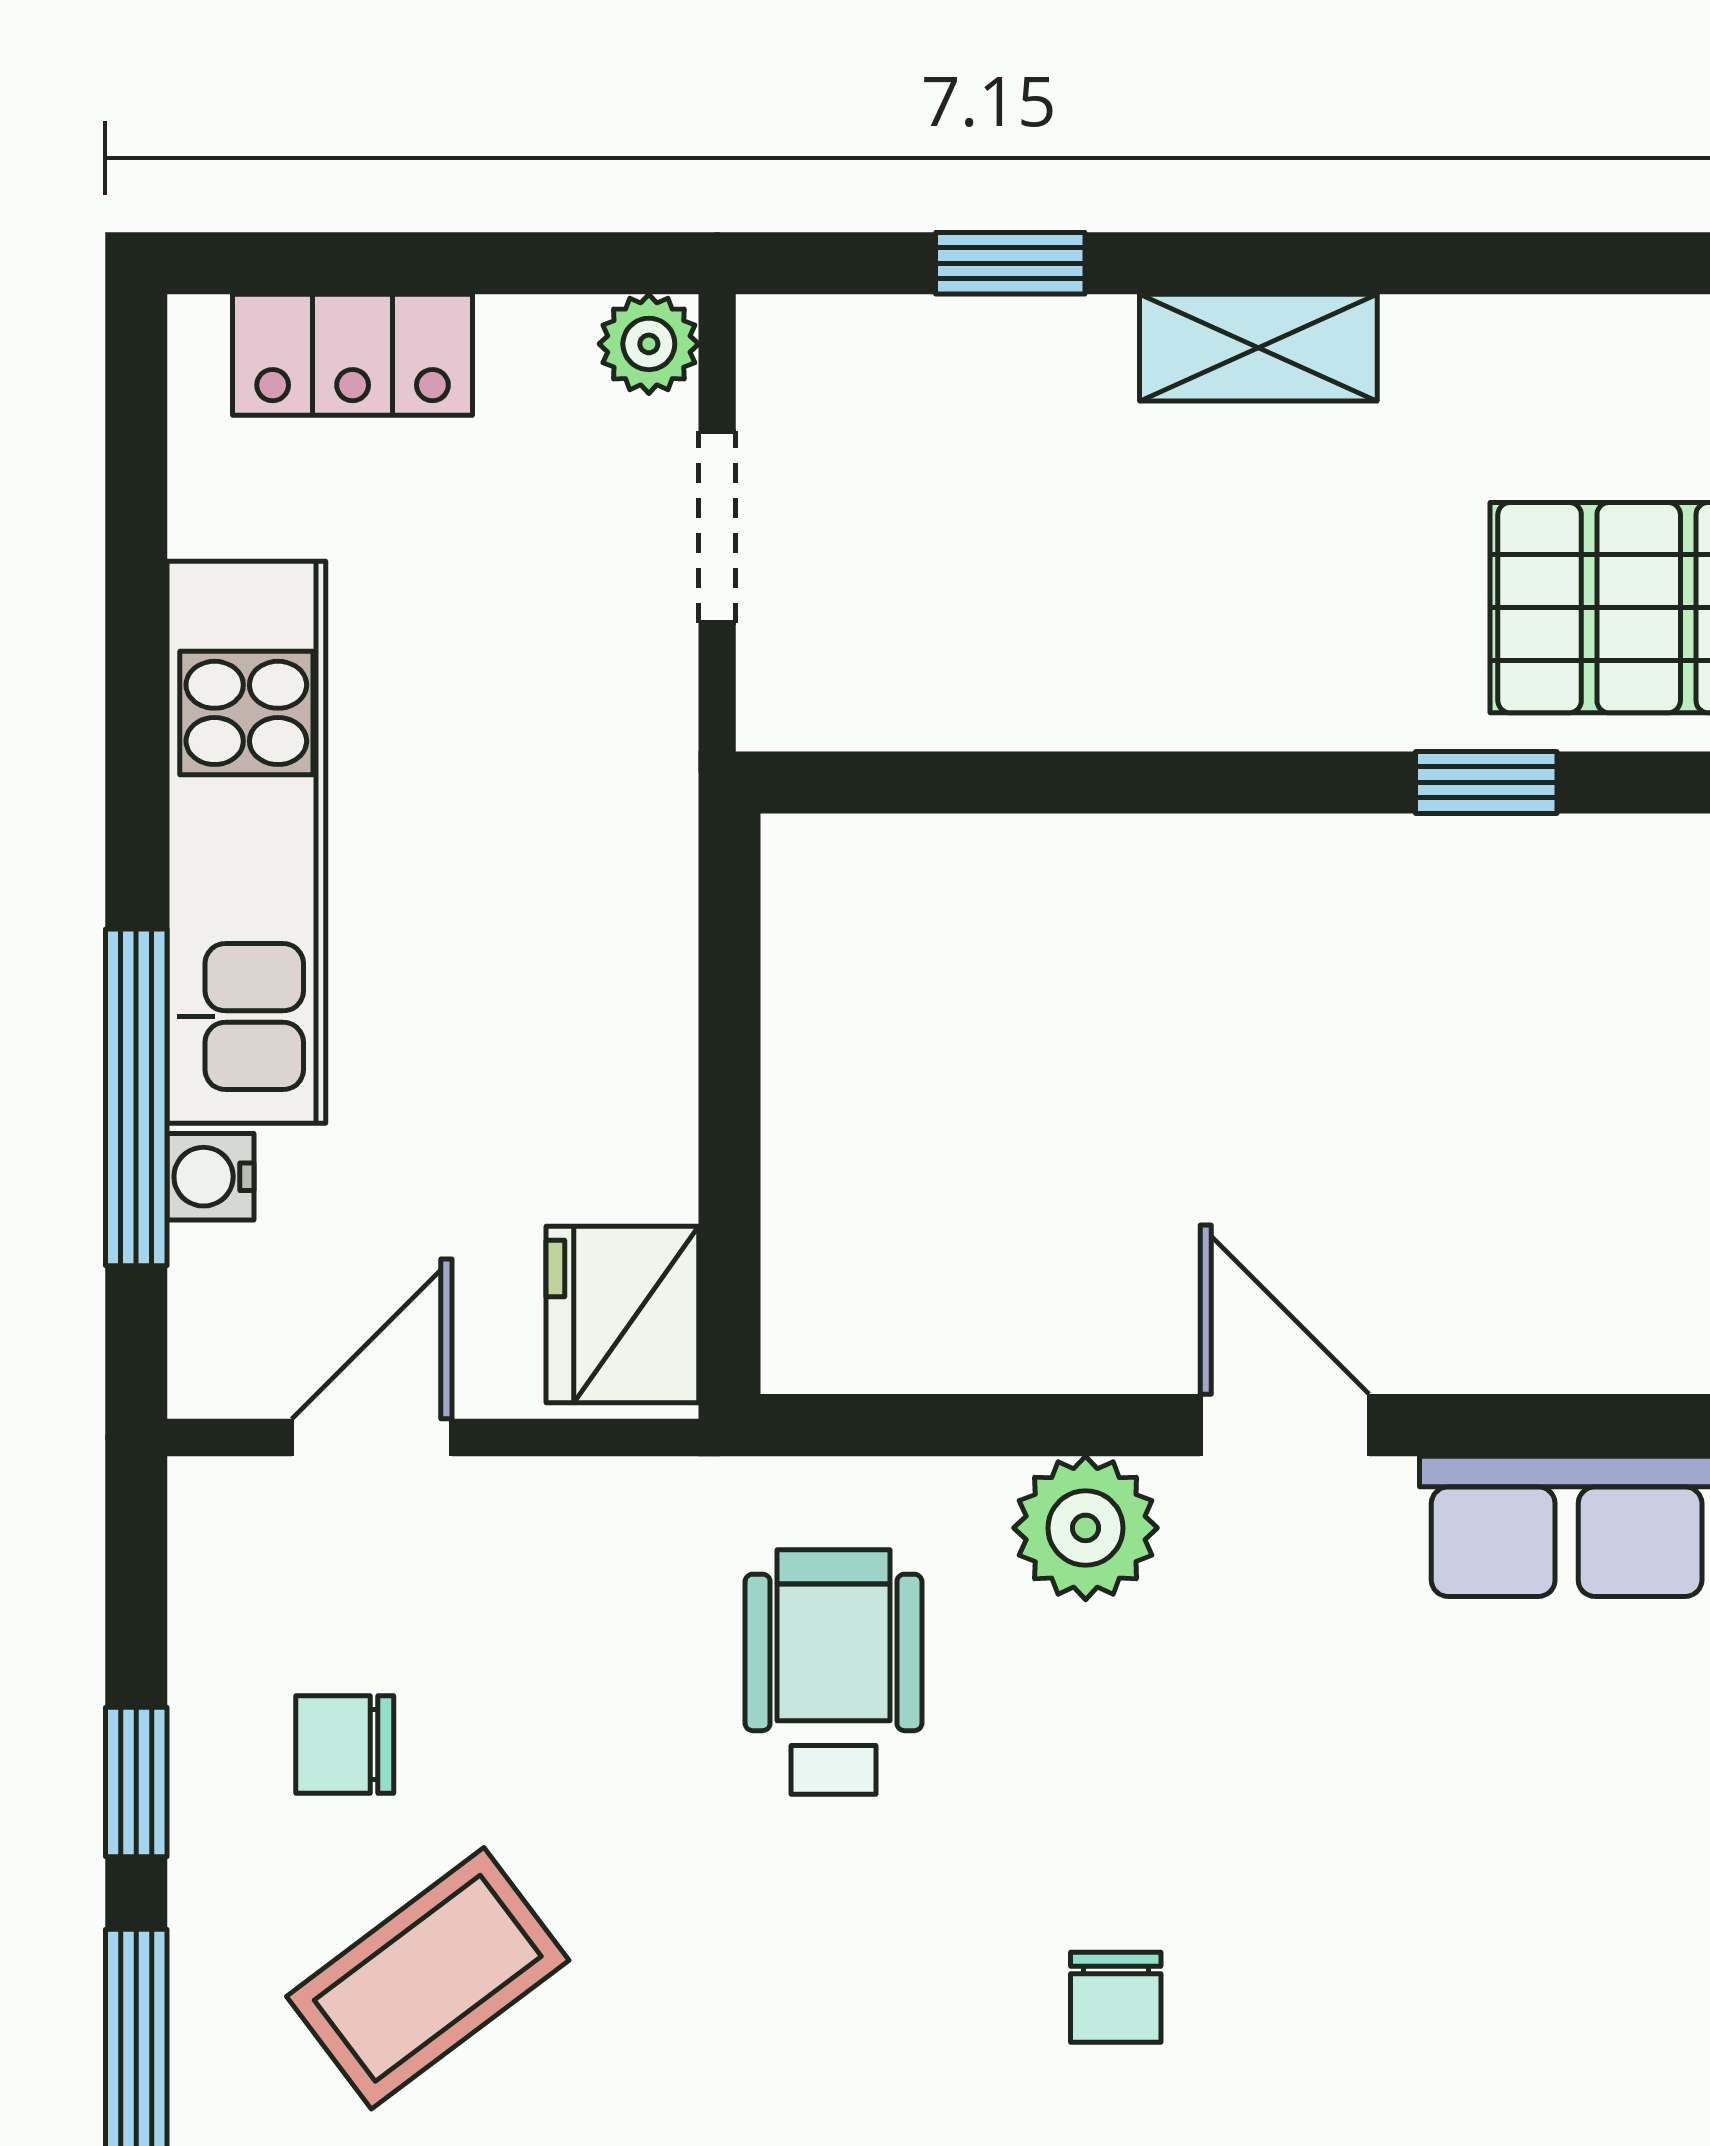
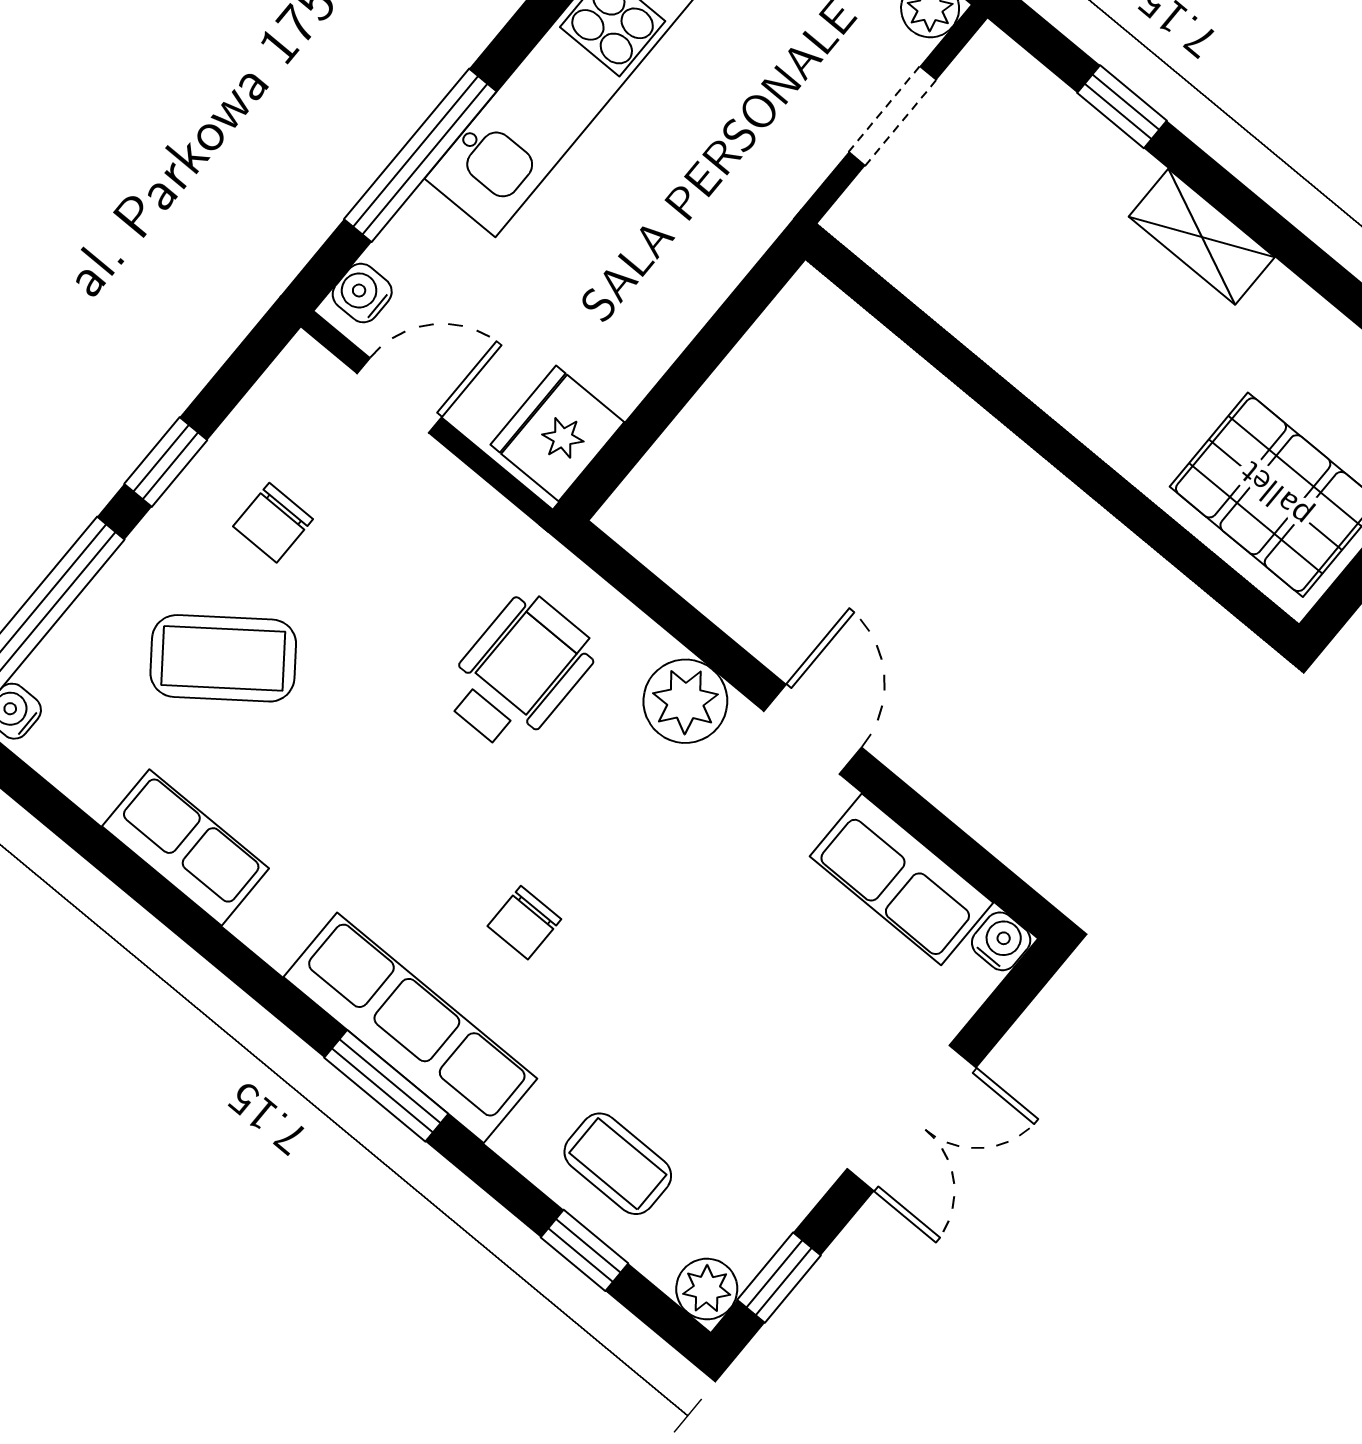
window: (1486, 782) -> (1142, 516), removed
water cooler: (210, 1177) -> (362, 293), moved
chair: (345, 1744) -> (273, 523), turned -90

